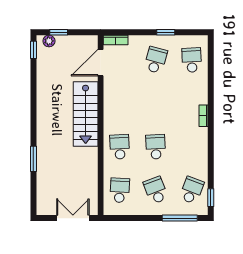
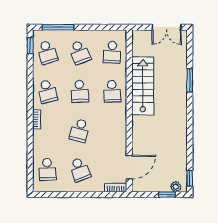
window: (166, 32) -> (71, 195), removed
school desk: (156, 60) -> (80, 169), turned -36
school desk: (156, 103) -> (80, 130), added
stairs: (86, 114) -> (143, 86), moved
school desk: (192, 147) -> (47, 91), added
school desk: (192, 190) -> (47, 52), turned -39
double door: (73, 218) -> (167, 27), moved

